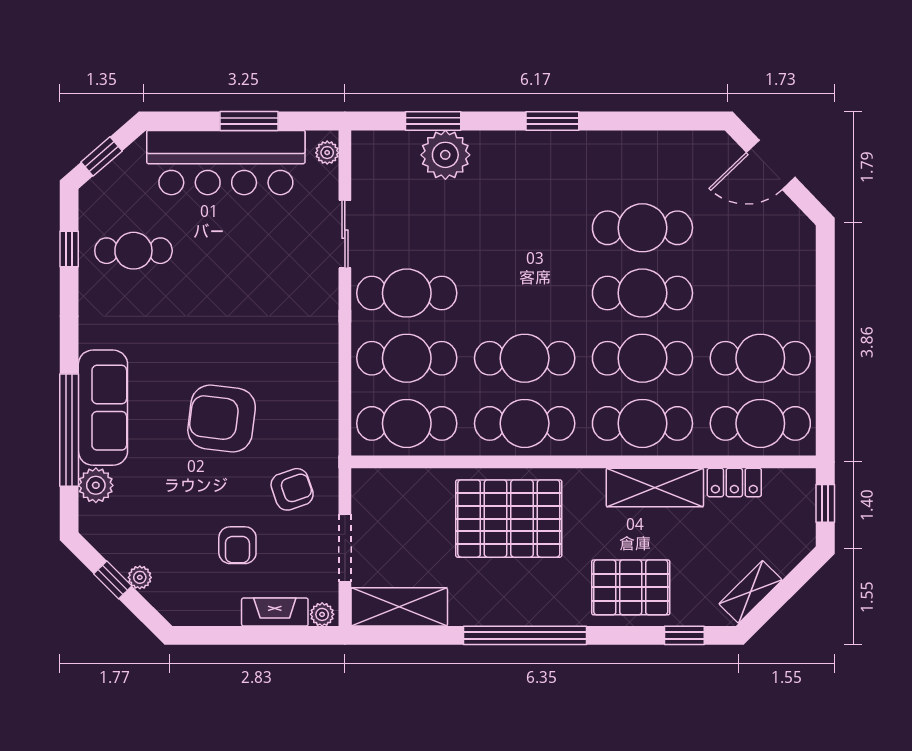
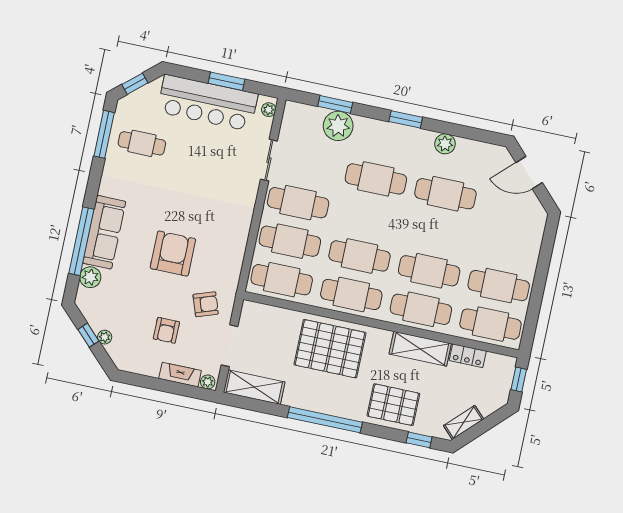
plant: (625, 147) -> (445, 144), added
window: (69, 249) -> (104, 134), width x2.17
cafe table: (642, 293) -> (376, 179), moved
armchair: (222, 419) -> (173, 254), turned 83

